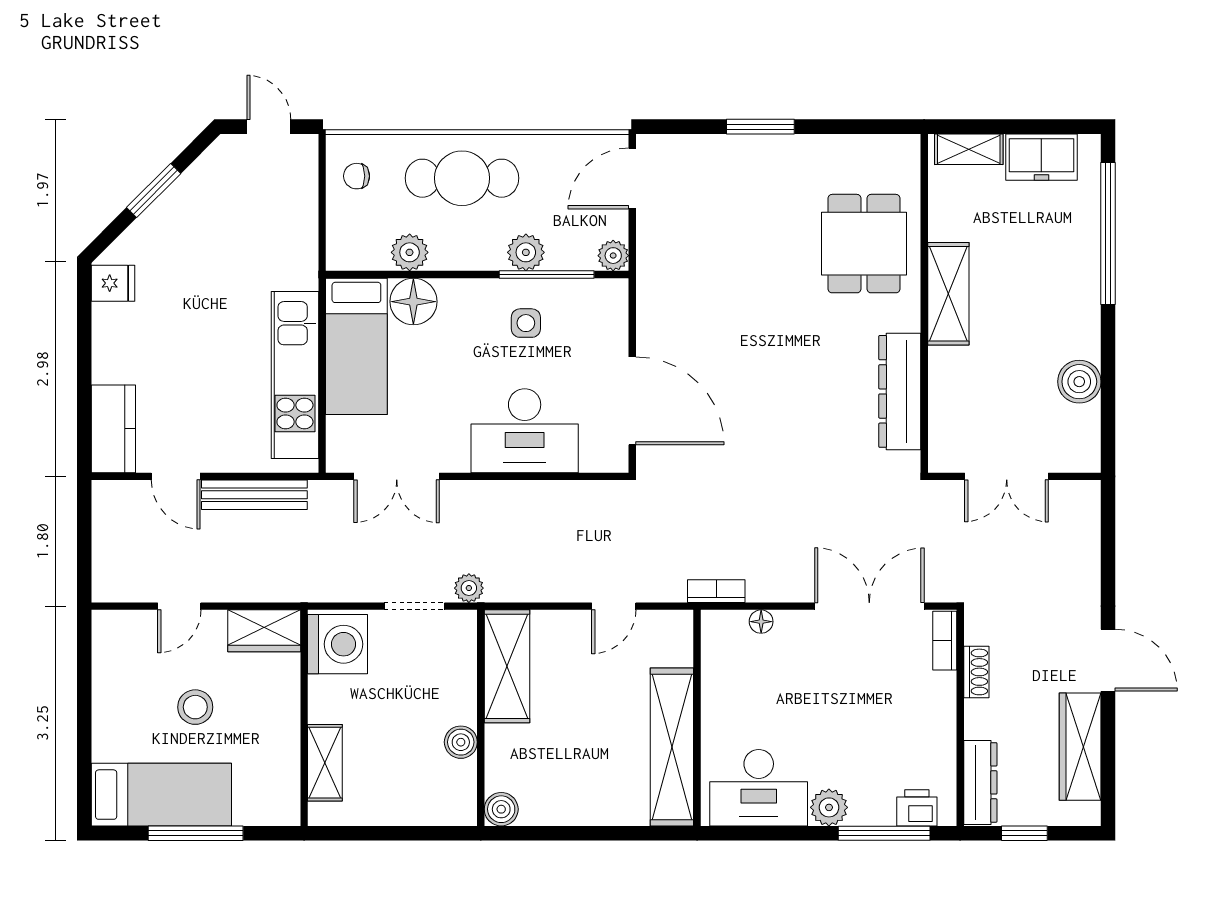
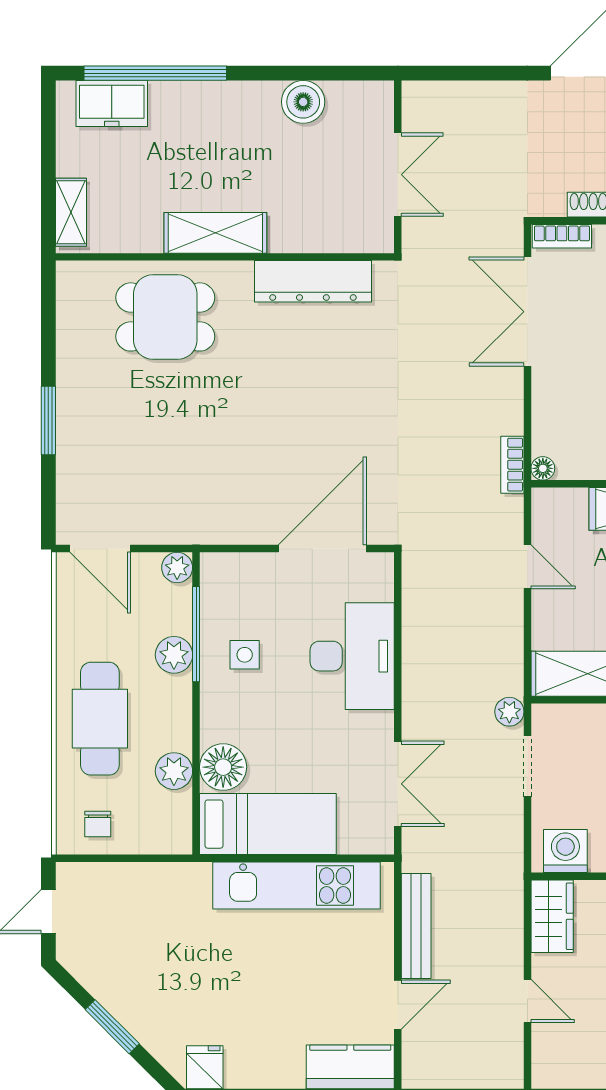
freezer: (1041, 157) -> (112, 104), moved, turned 90
floor lamp: (761, 622) -> (543, 468), moved
washing machine: (338, 644) -> (565, 851), width x0.73, depth x0.73

